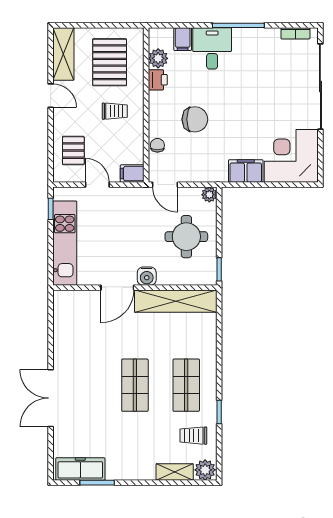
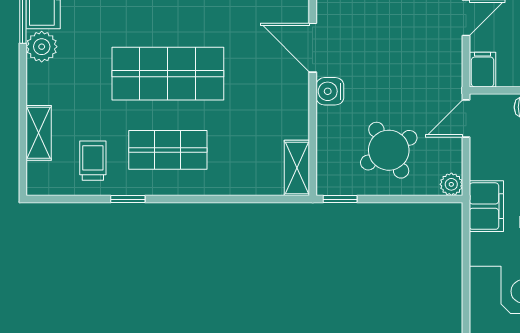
filing cabinet: (246, 171) -> (486, 206), moved
round table: (186, 237) -> (389, 150), turned -31
shelving: (176, 301) -> (297, 168), width x0.45, depth x0.75
shop shelf: (135, 385) -> (168, 74), width x1.43, depth x1.36
plant: (205, 470) -> (42, 47), moved

